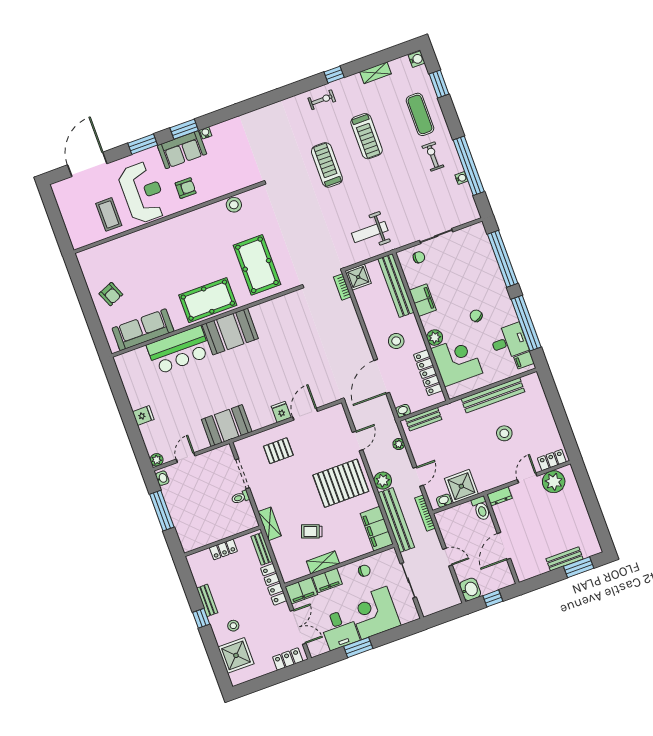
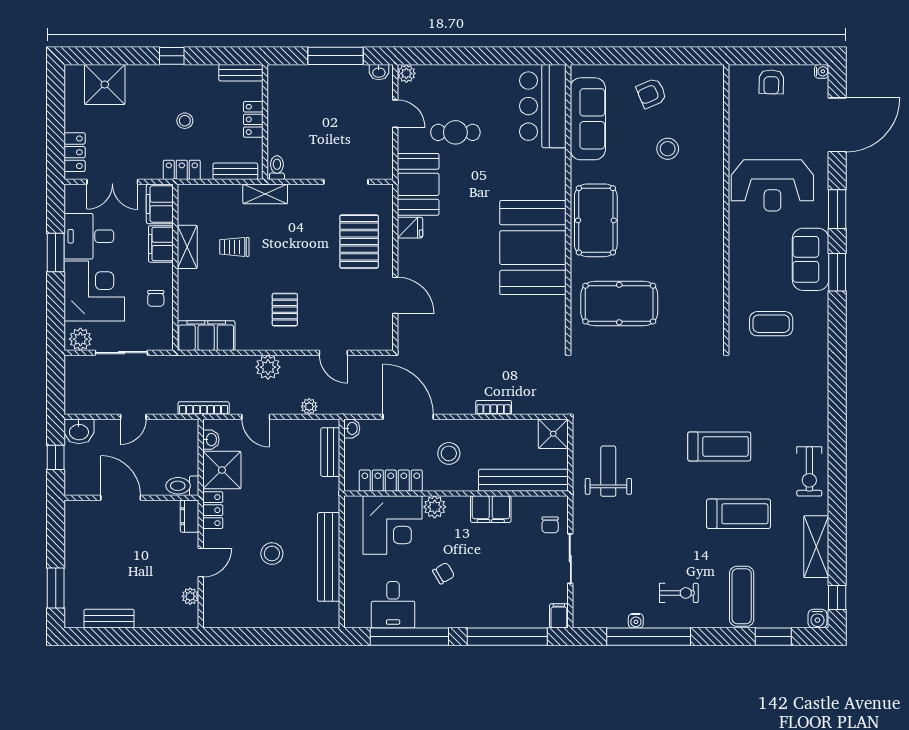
shelving: (376, 73) -> (816, 547), width x1.50, depth x1.33
window: (334, 75) -> (837, 597), moved
exercise bike: (322, 100) -> (809, 471), width x1.38, depth x1.39
exercise mat: (420, 114) -> (742, 596), turned 90
water cooler: (206, 133) -> (822, 71), moved
treadmill: (367, 136) -> (739, 514), turned 180
door: (87, 164) -> (837, 125), hinge flipped
armchair: (186, 188) -> (771, 82), moved
stool: (234, 205) -> (668, 149), moved
coffee table: (109, 214) -> (771, 324), moved
bookcase: (342, 287) -> (494, 407), moved
booth: (230, 332) -> (533, 248), width x1.36, depth x1.42
bar counter: (179, 350) -> (543, 106), moved
filing cabinet: (524, 360) -> (559, 616), moved
fridge: (281, 412) -> (410, 228), moved
cafe table: (184, 413) -> (455, 132), added
fridge: (143, 416) -> (472, 77), removed
pallet: (278, 451) -> (359, 242), width x1.50, depth x1.42
locker: (552, 460) -> (213, 510), moved
door: (527, 478) -> (201, 563), hinge flipped
plant: (554, 482) -> (190, 596), width x0.53, depth x0.53
pallet: (341, 483) -> (285, 310), width x0.49, depth x0.50
toilet: (240, 497) -> (277, 168), moved
bench: (396, 520) -> (208, 366), removed
trolley: (312, 531) -> (234, 247), turned -110
bench: (565, 559) -> (109, 619), moved, turned 90
locker: (274, 584) -> (182, 170), width x0.66
bench: (207, 600) -> (241, 73), moved
plant: (409, 611) -> (80, 339), added
stool: (233, 626) -> (185, 121), moved

